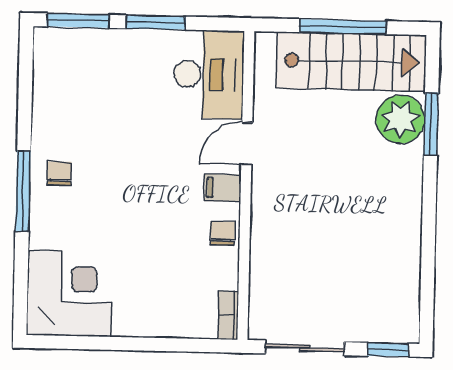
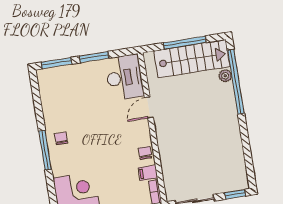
plant: (400, 119) -> (225, 76), width x0.53, depth x0.53
window: (431, 124) -> (236, 82), width x2.11
filing cabinet: (223, 188) -> (148, 173), moved

